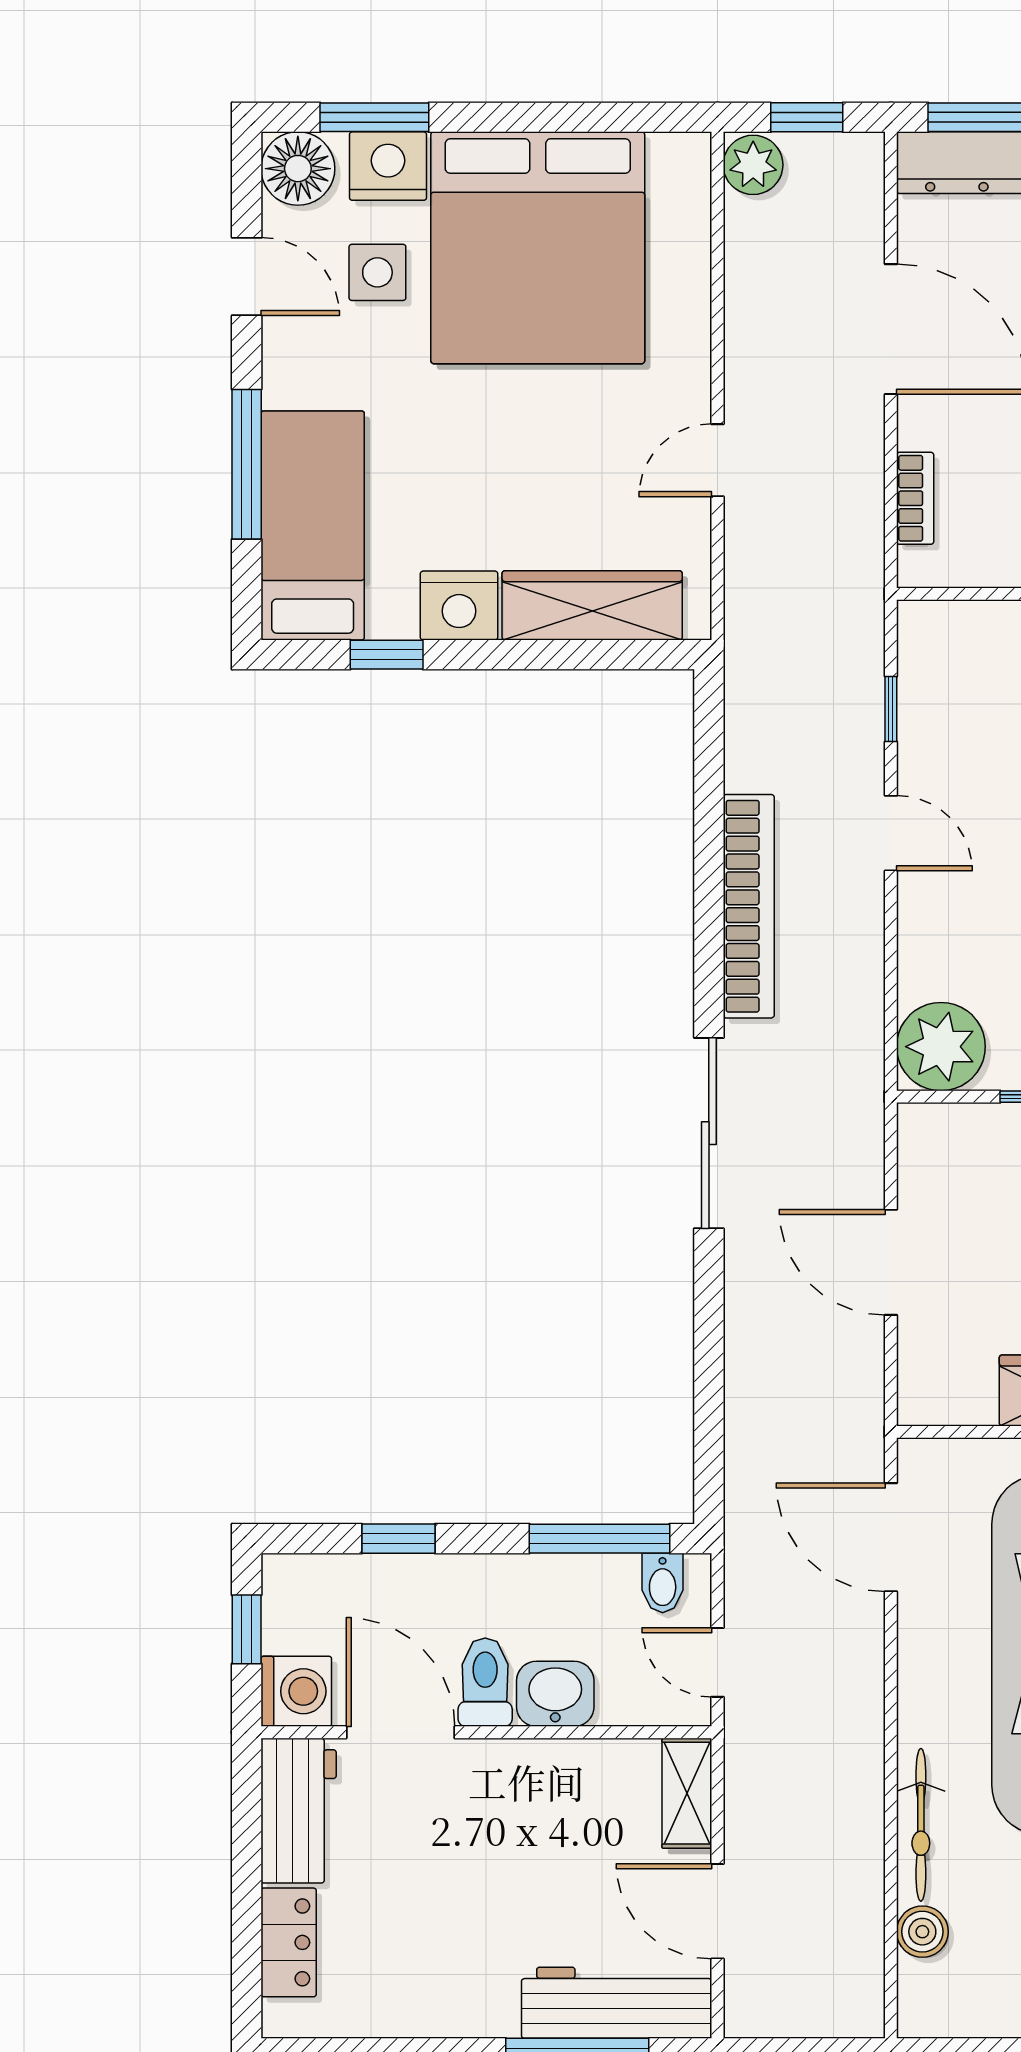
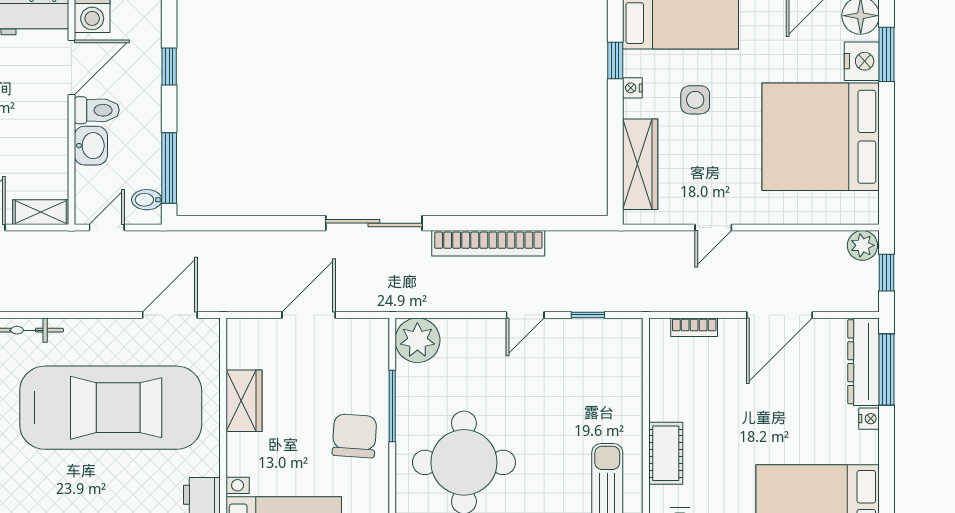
side table: (377, 272) -> (695, 100), moved
door: (718, 460) -> (713, 227), swing flipped
nightstand: (459, 606) -> (632, 88), width x0.53, depth x0.56

